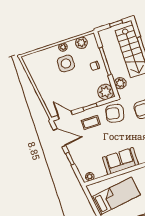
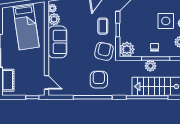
plant: (120, 83) -> (150, 66), moved
plant: (100, 171) -> (54, 19), added

